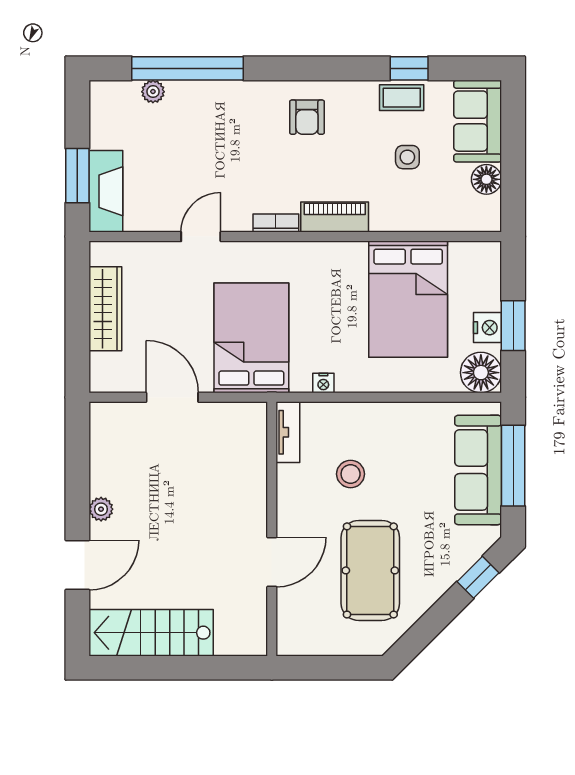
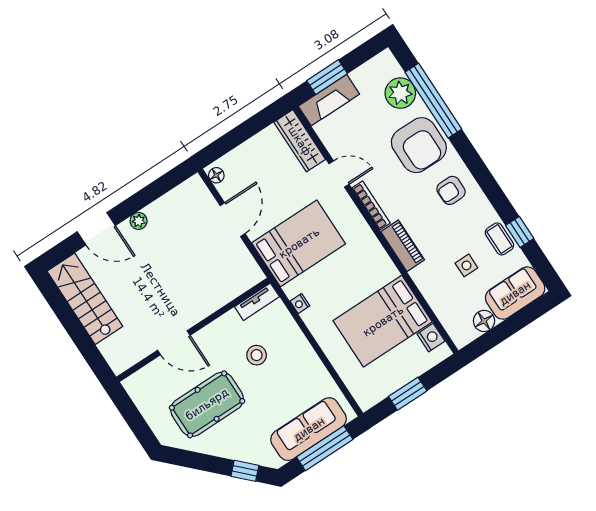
plant: (153, 92) -> (400, 93), width x1.87, depth x1.87
armchair: (229, 120) -> (419, 145), added
bookcase: (276, 223) -> (371, 206), width x1.56
wardrobe: (105, 309) -> (300, 141), moved, turned 90
nightstand: (487, 328) -> (431, 338), moved, turned -90
floor lamp: (481, 373) -> (216, 175), moved, width x0.53, depth x0.53

